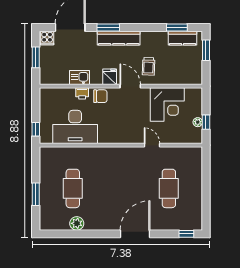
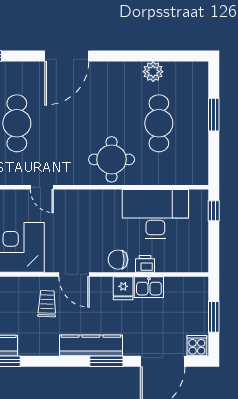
fridge: (110, 77) -> (123, 288), moved
round table: (105, 164) -> (112, 159), added

